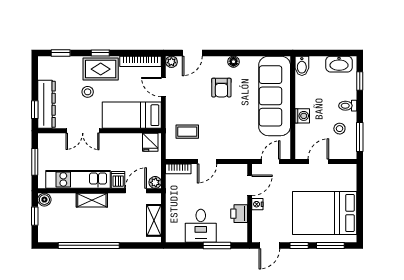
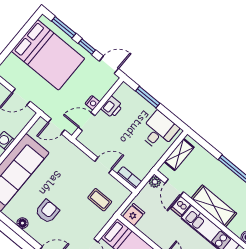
door: (136, 191) -> (174, 187), hinge flipped
shelving: (92, 200) -> (214, 206), width x1.50, depth x1.33
desk: (201, 226) -> (159, 131), moved

